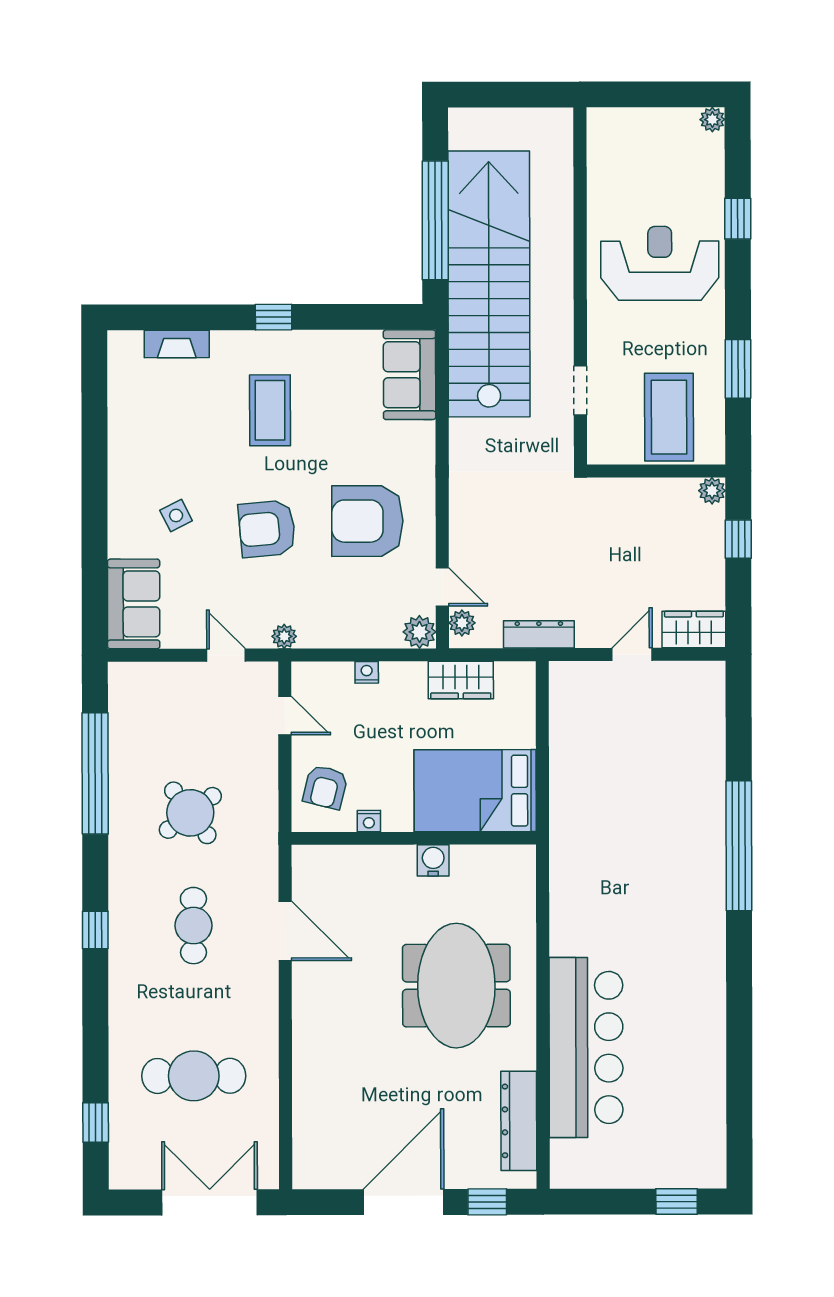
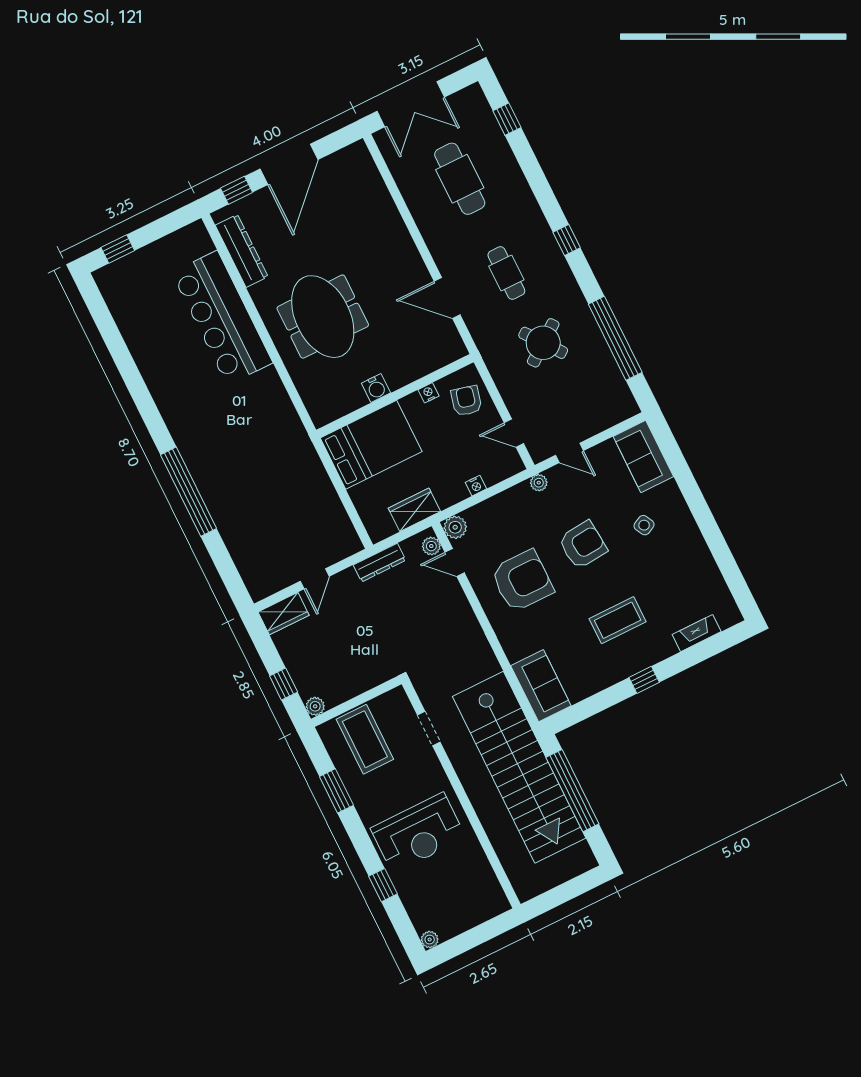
coffee table: (270, 410) -> (618, 620), turned 90
cafe table: (194, 1076) -> (460, 179), turned 90

